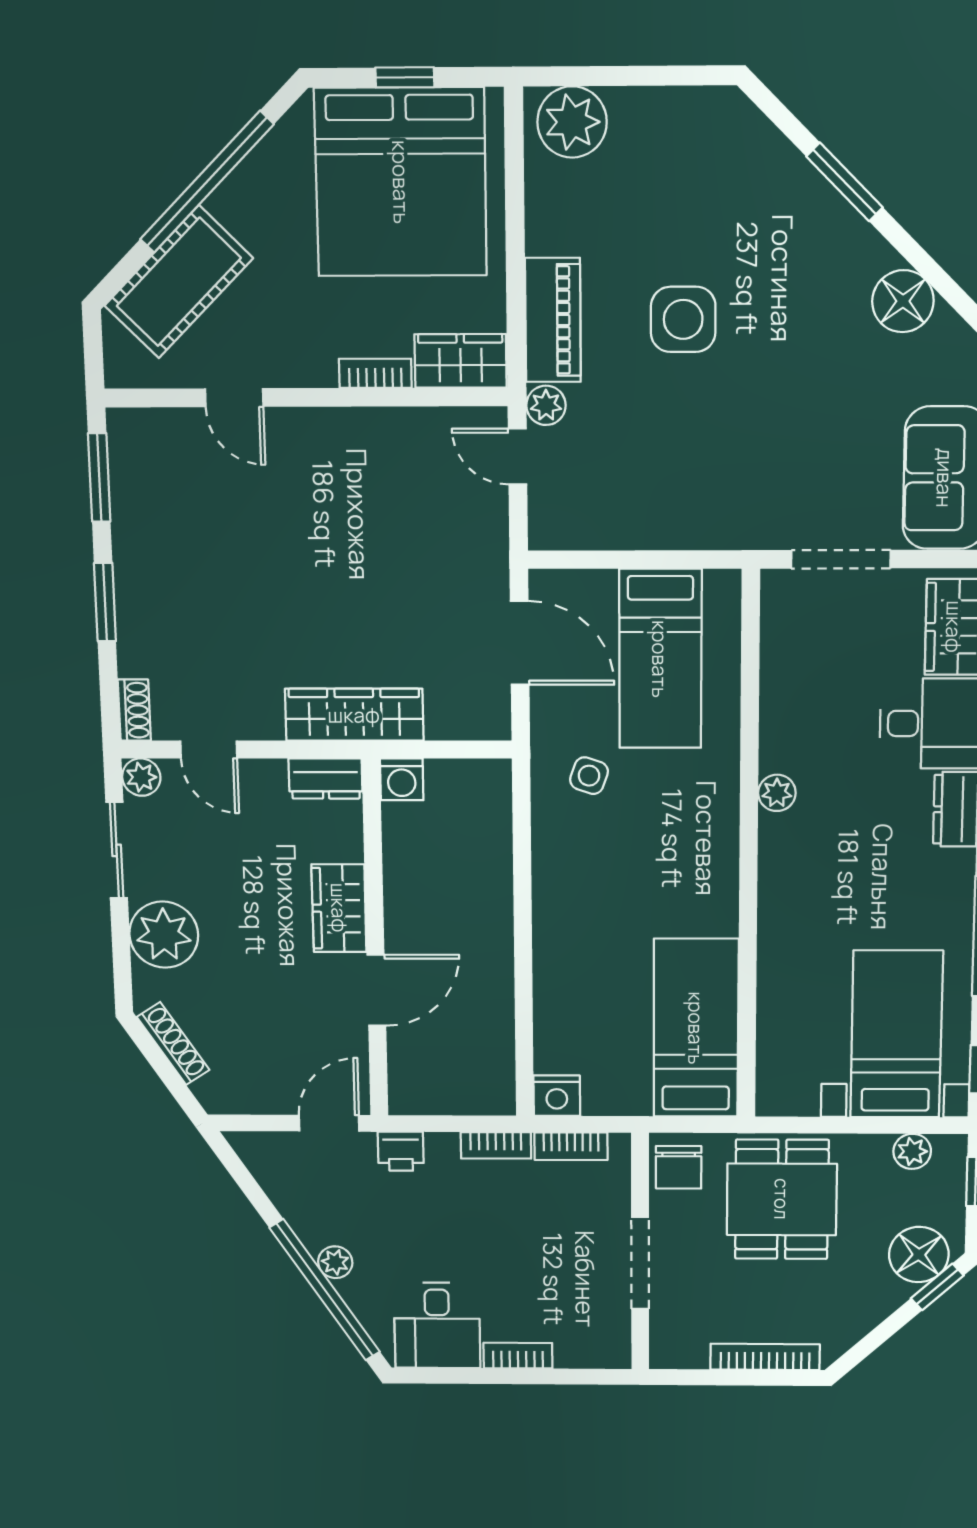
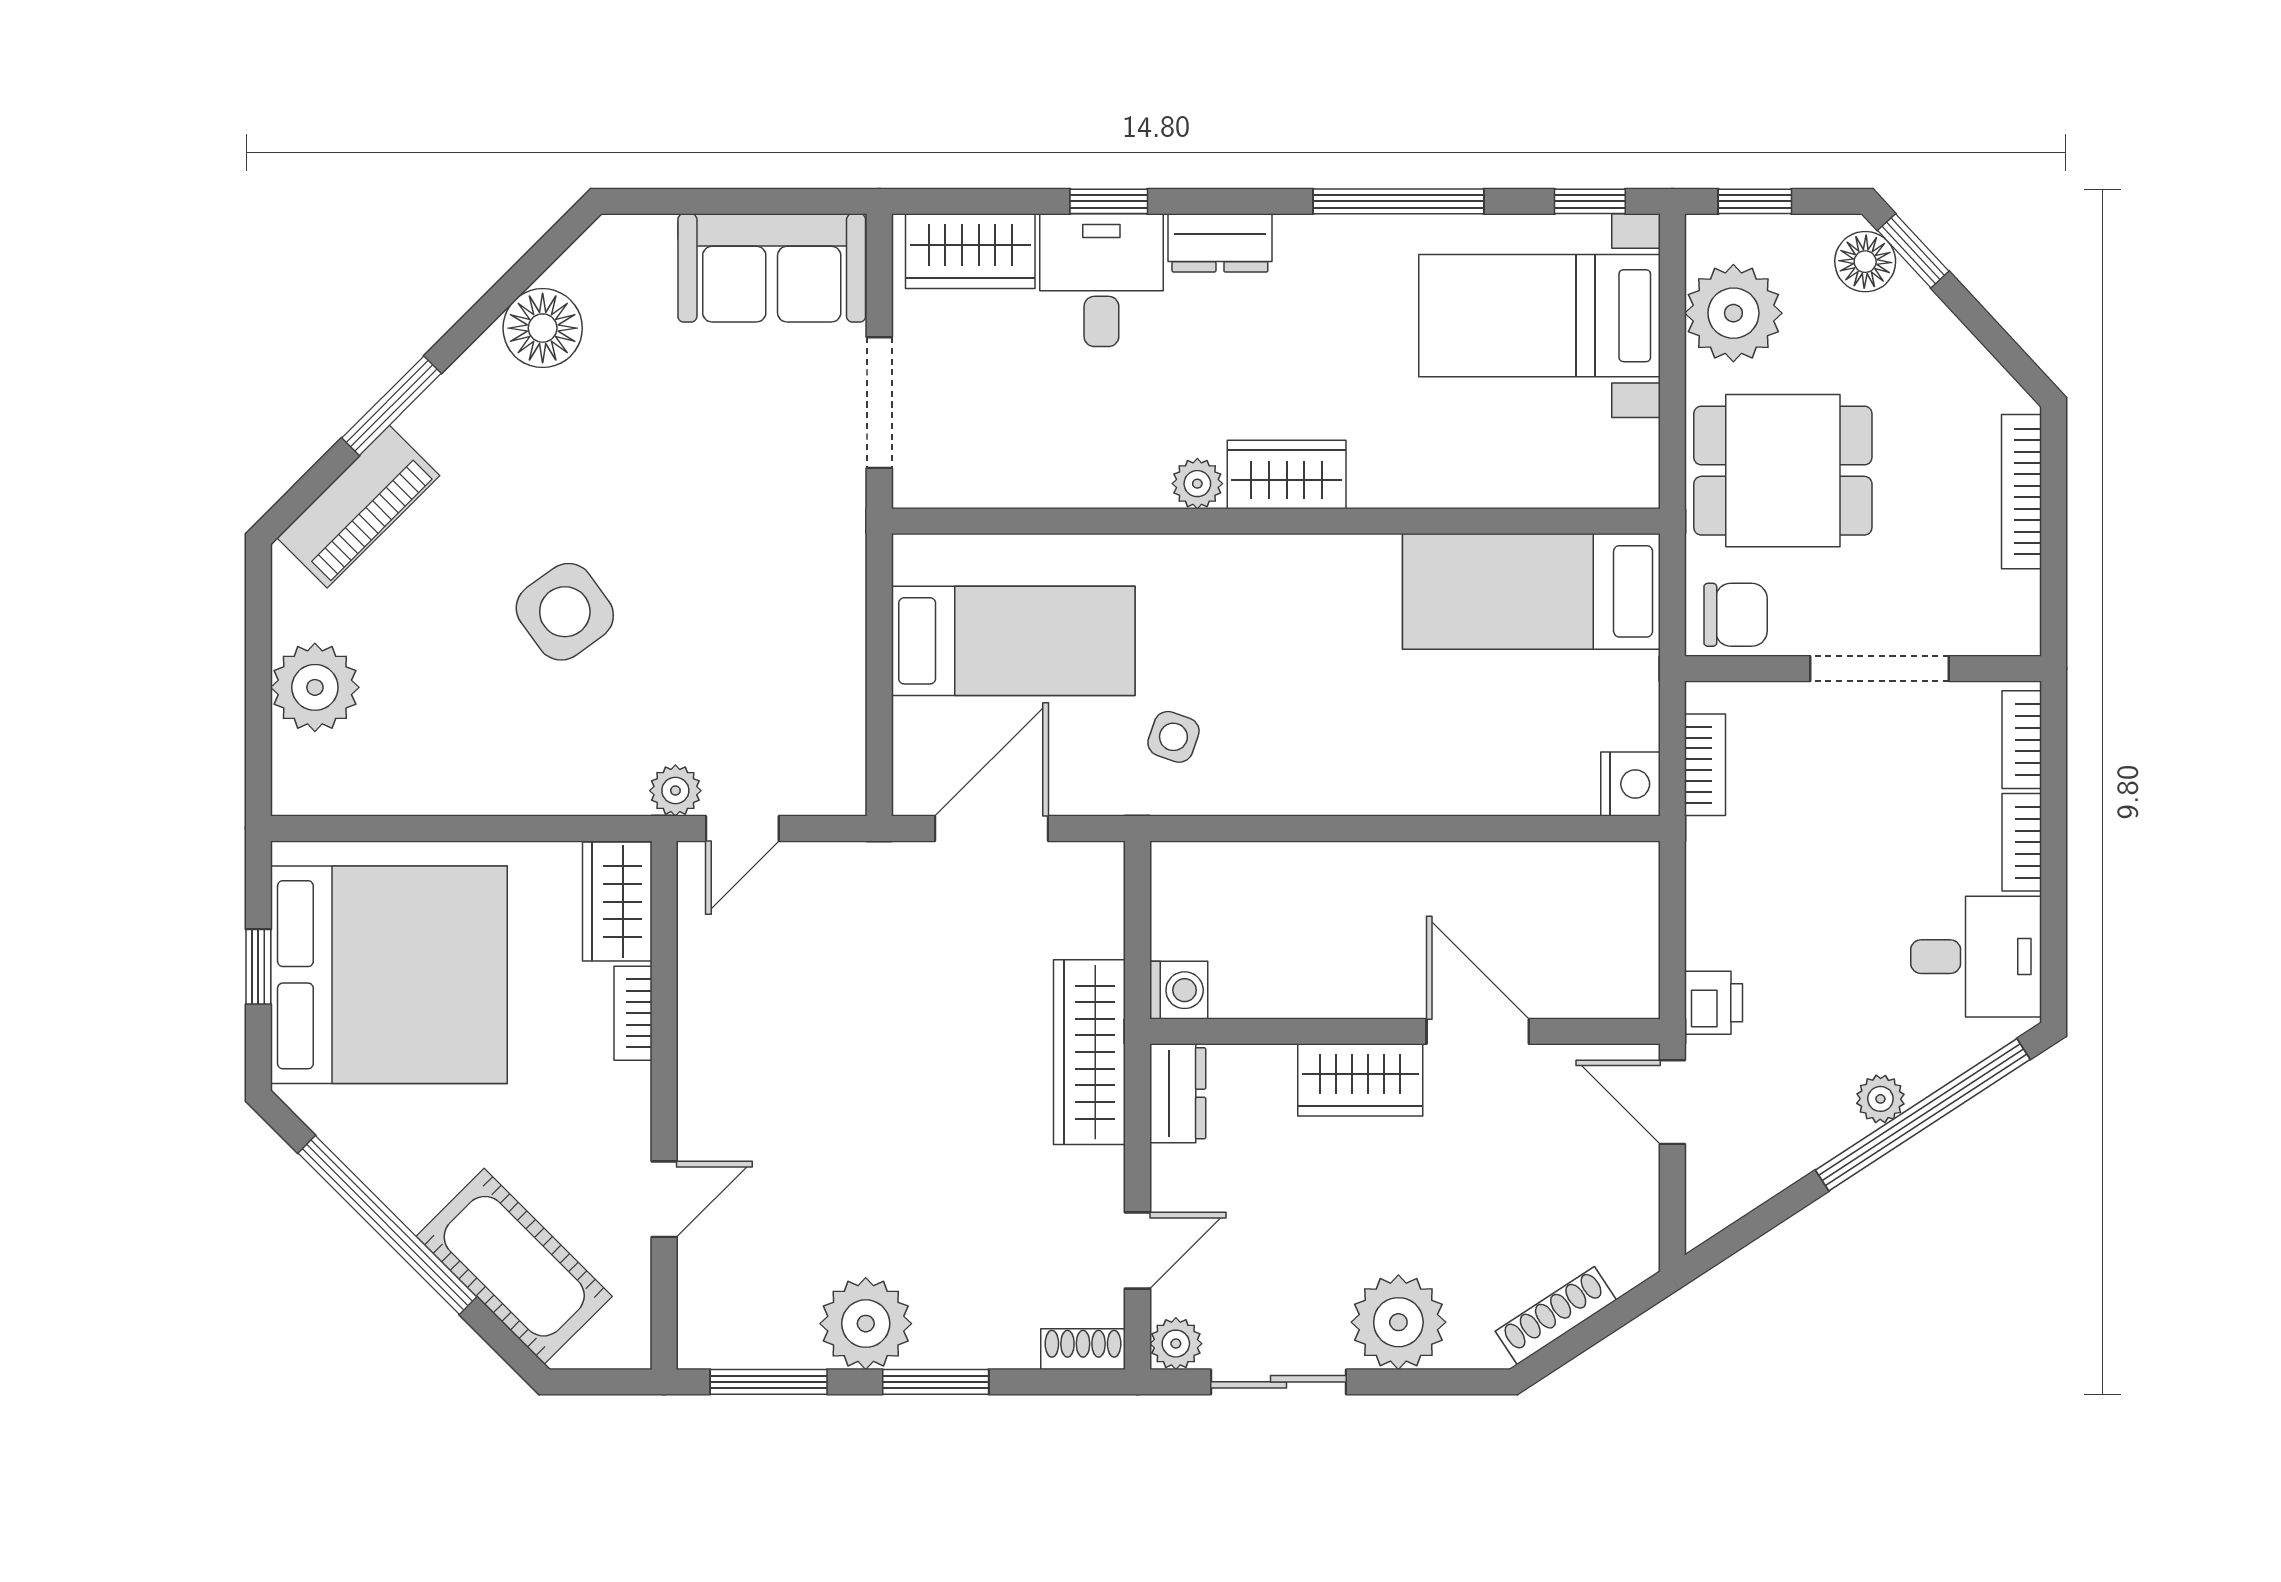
plant: (572, 122) -> (315, 687), moved
side table: (683, 319) -> (565, 612), turned -36
piano: (553, 320) -> (358, 507), moved, turned 135
plant: (146, 550) -> (866, 1324), added
wardrobe: (783, 857) -> (1287, 474), added
bookcase: (496, 1145) -> (2022, 740), moved, turned 180
plant: (912, 1151) -> (1733, 313), width x1.88, depth x1.88
floor lamp: (919, 1255) -> (1865, 262), width x0.73, depth x0.73

